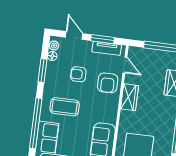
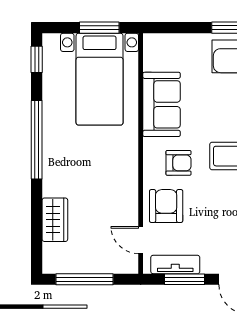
armchair: (78, 74) -> (178, 163), moved
wardrobe: (130, 97) -> (126, 186), removed

